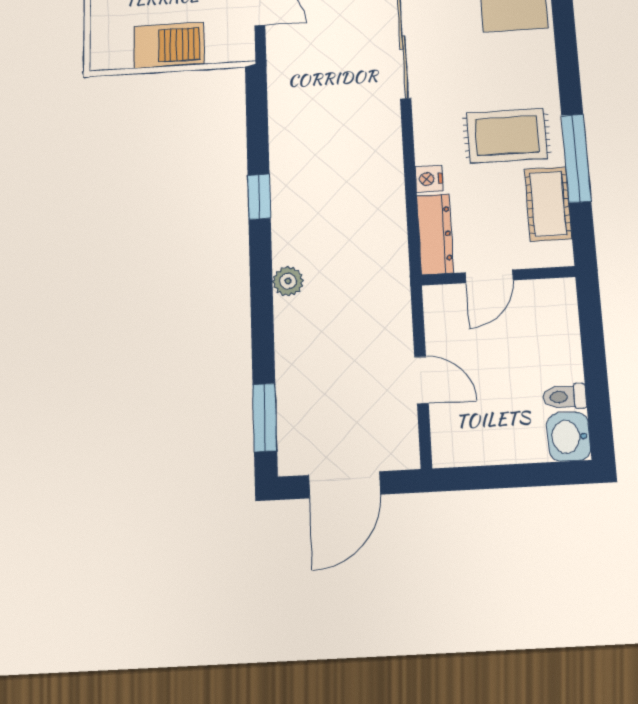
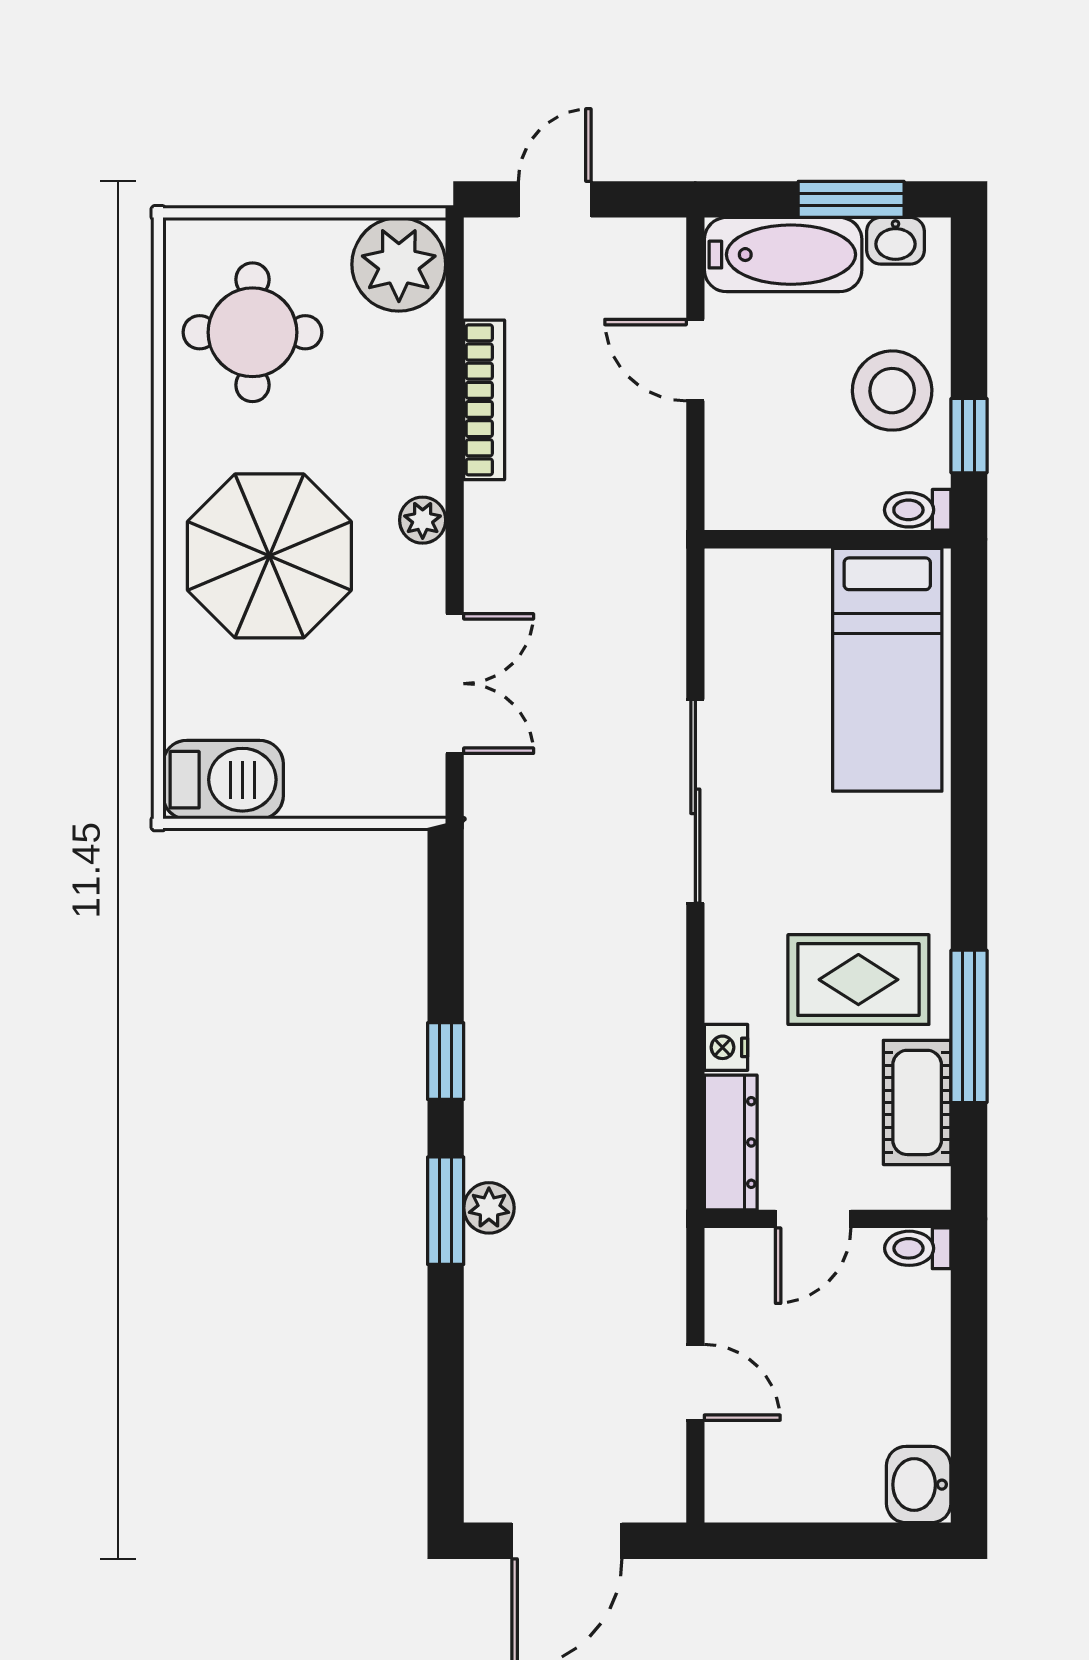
barbecue: (169, 45) -> (223, 780), moved
toilet: (565, 397) -> (918, 1248), moved
window: (265, 418) -> (446, 1211), moved

